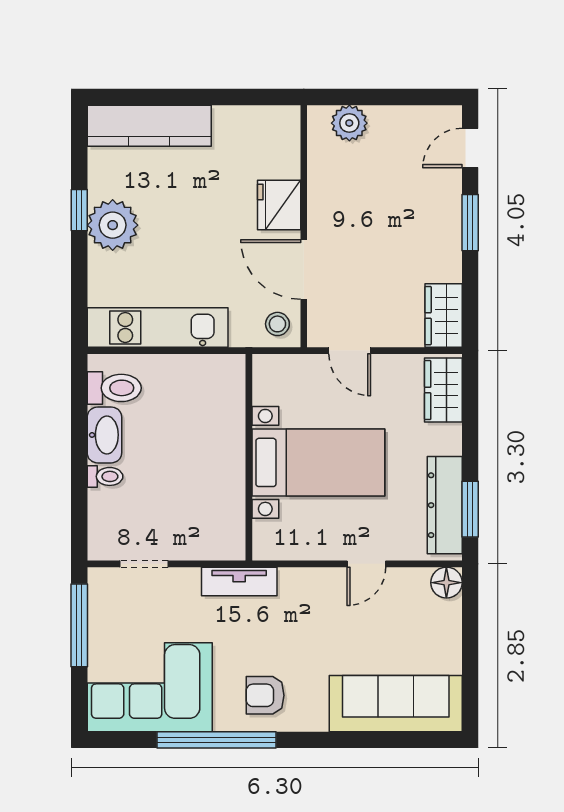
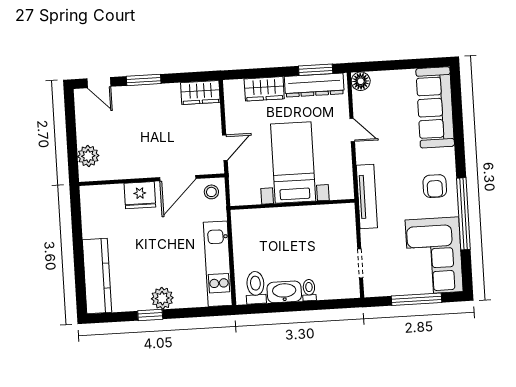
plant: (113, 225) -> (162, 298), width x0.73, depth x0.73
wardrobe: (443, 390) -> (264, 89), moved
tv unit: (239, 581) -> (367, 197), width x1.41
window: (79, 625) -> (417, 299), moved

